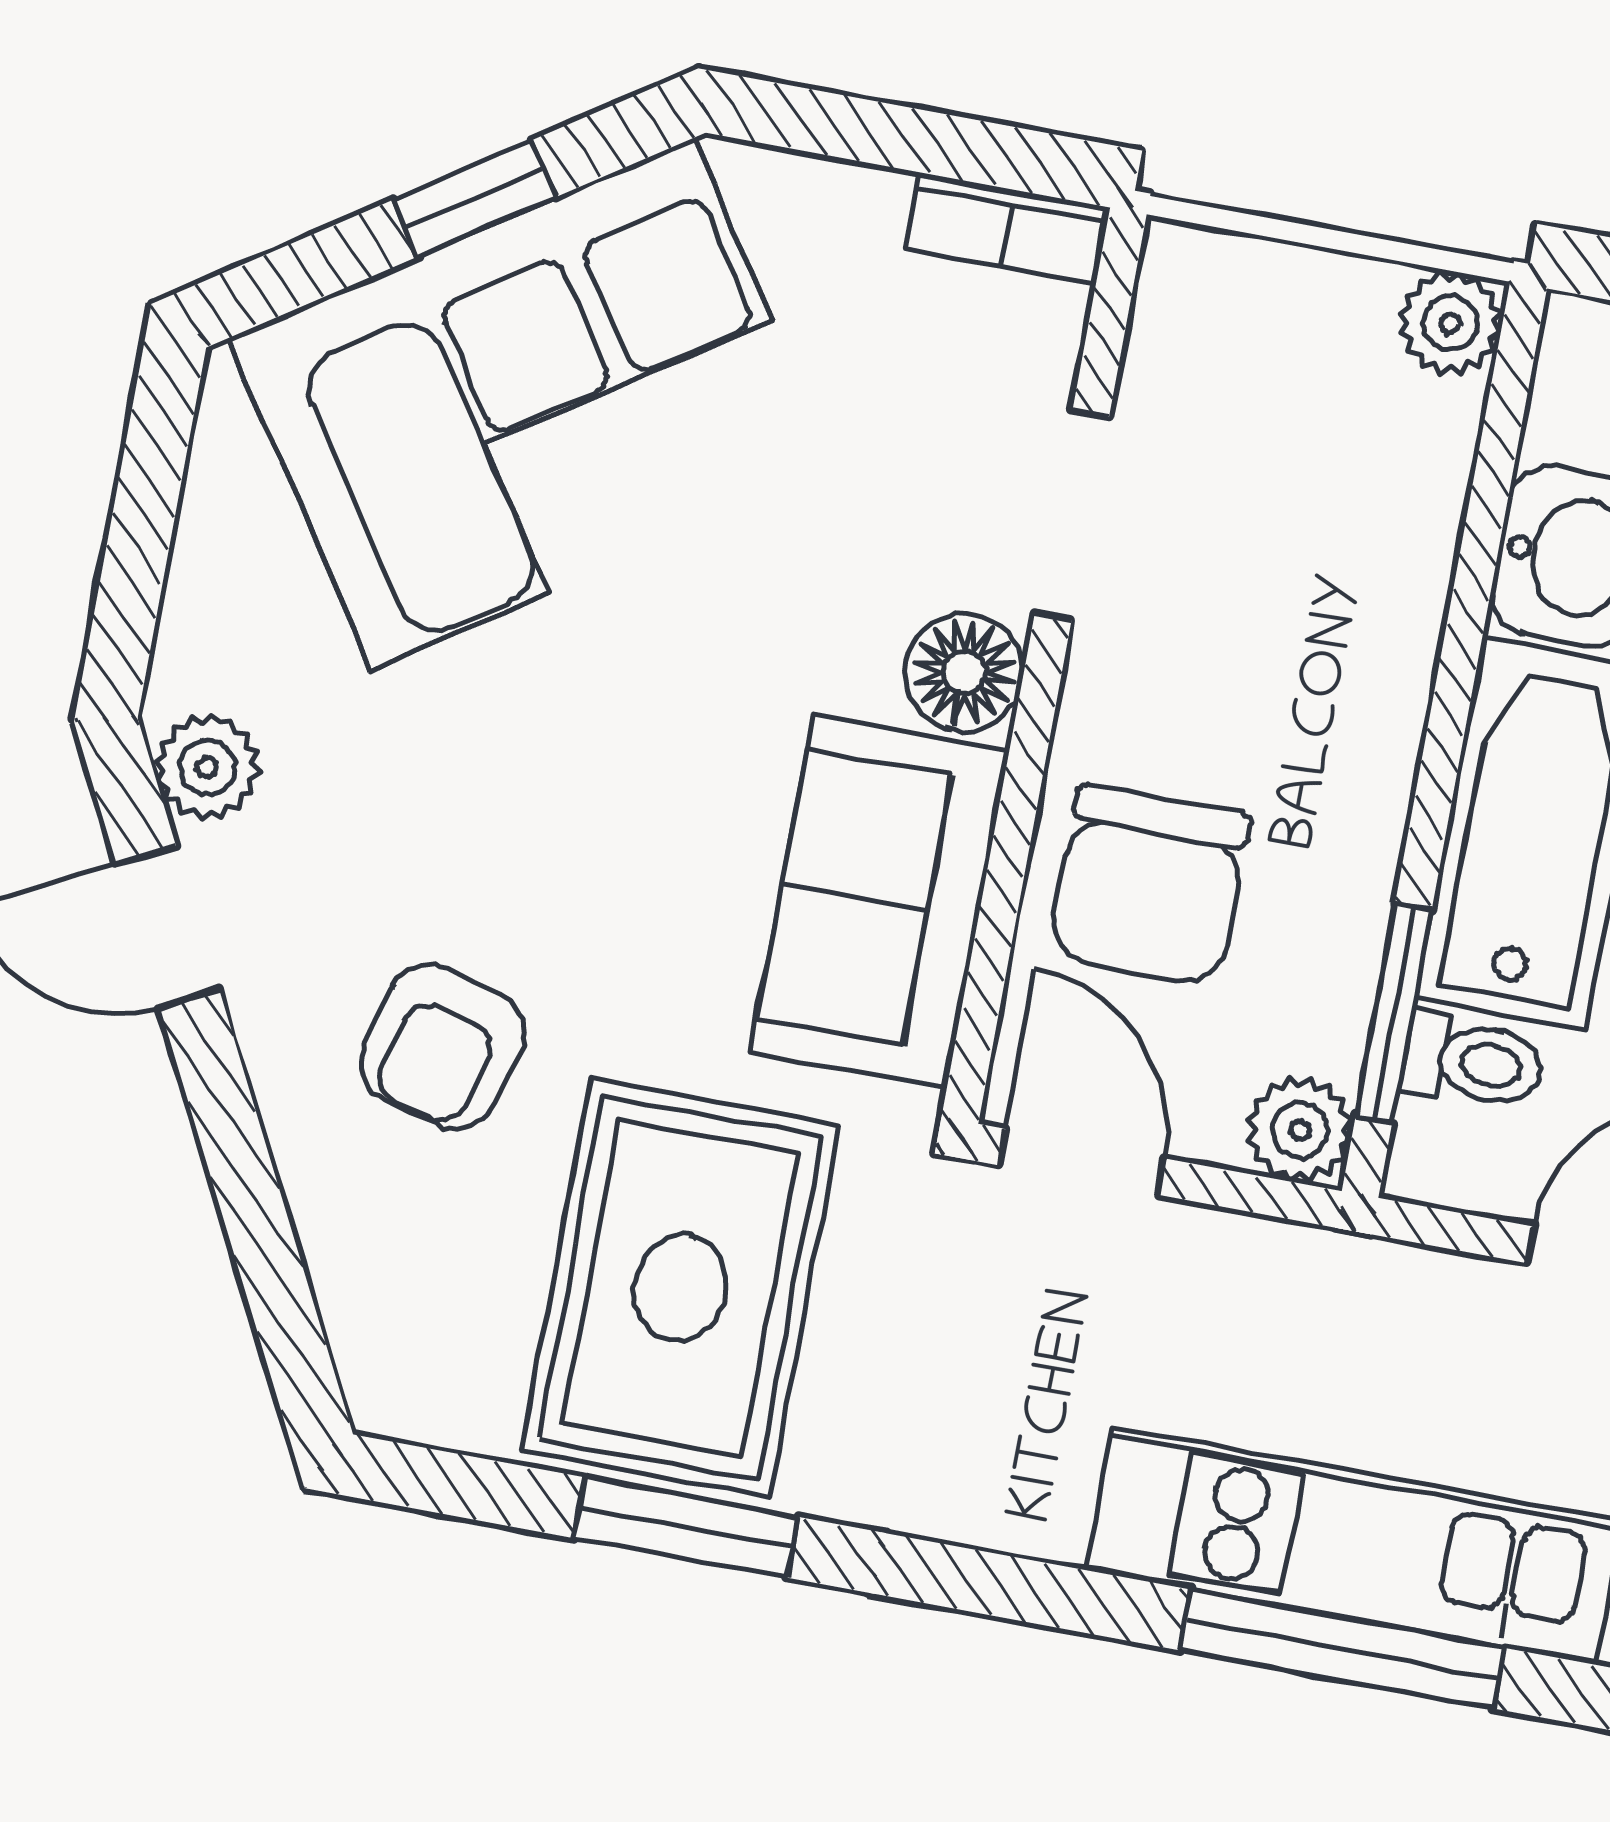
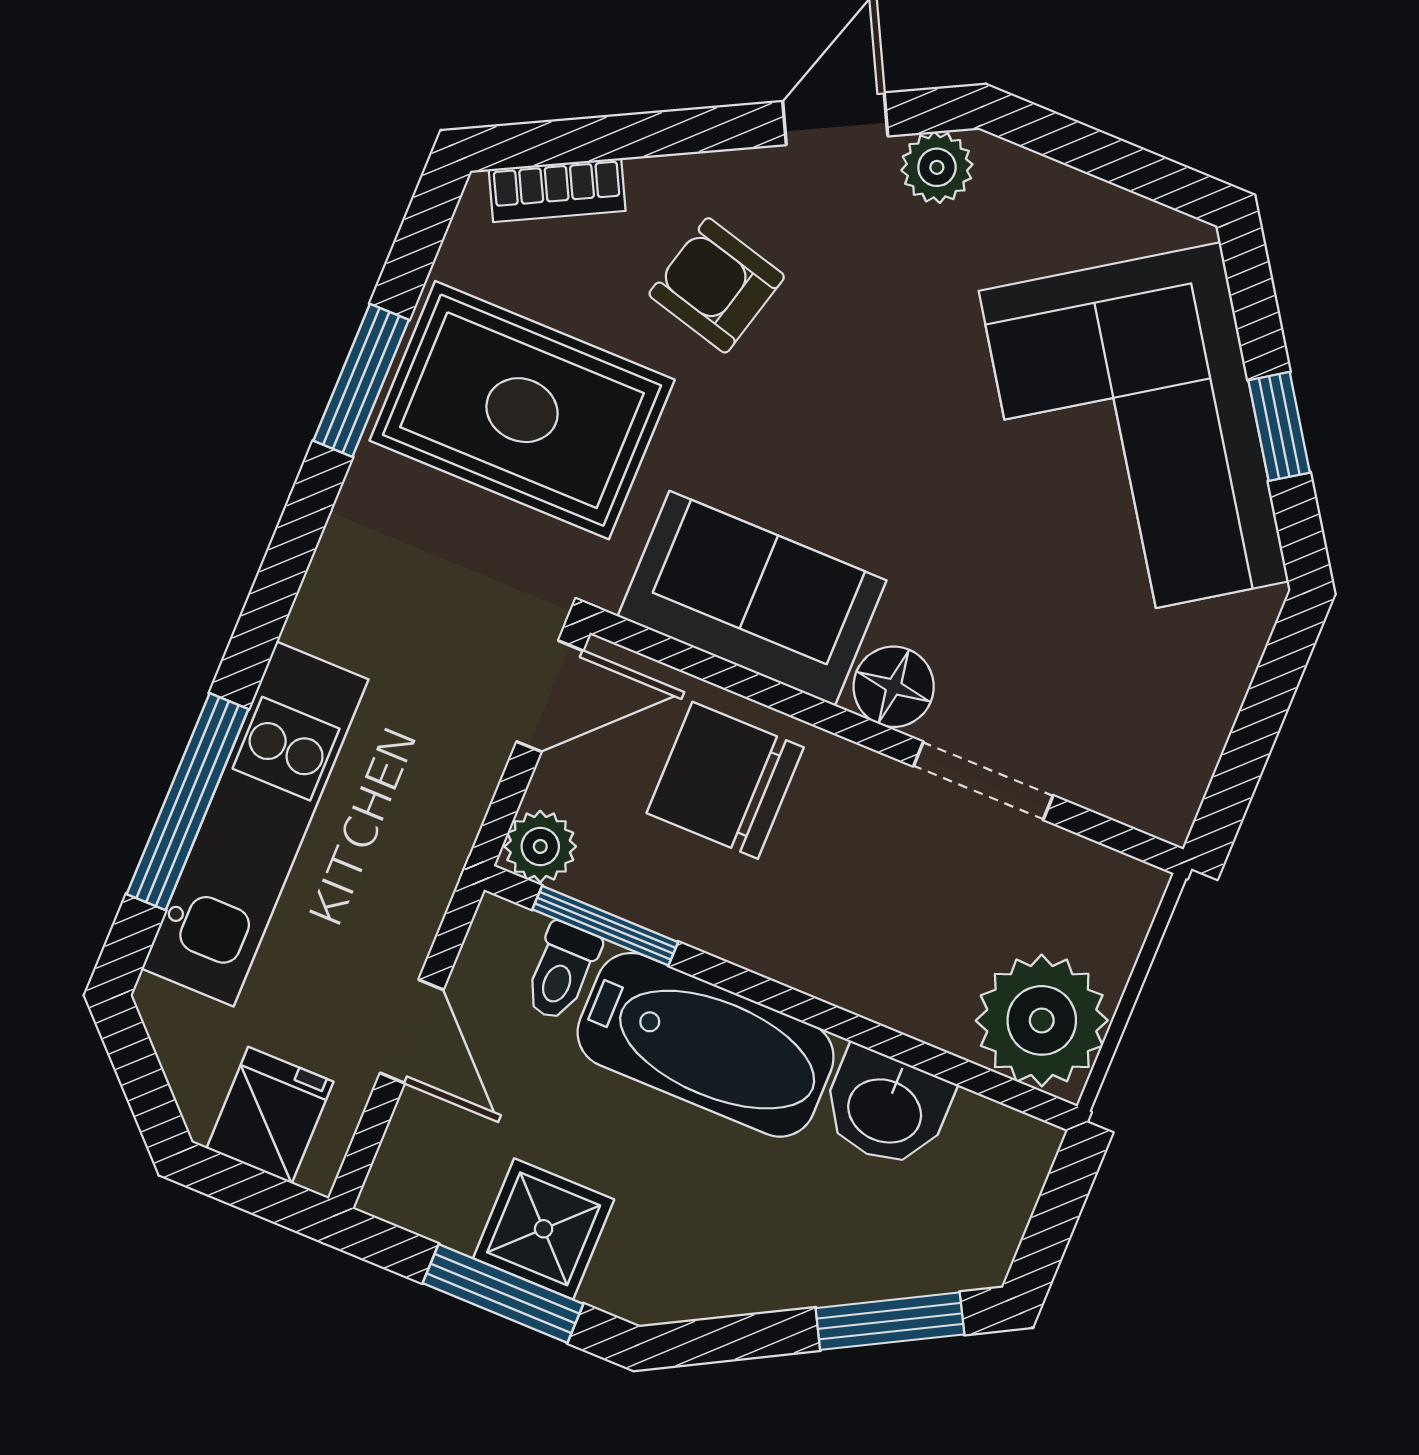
bookcase: (1008, 228) -> (557, 190), moved, turned -117
plant: (1450, 323) -> (1042, 1020), width x1.87, depth x1.87

